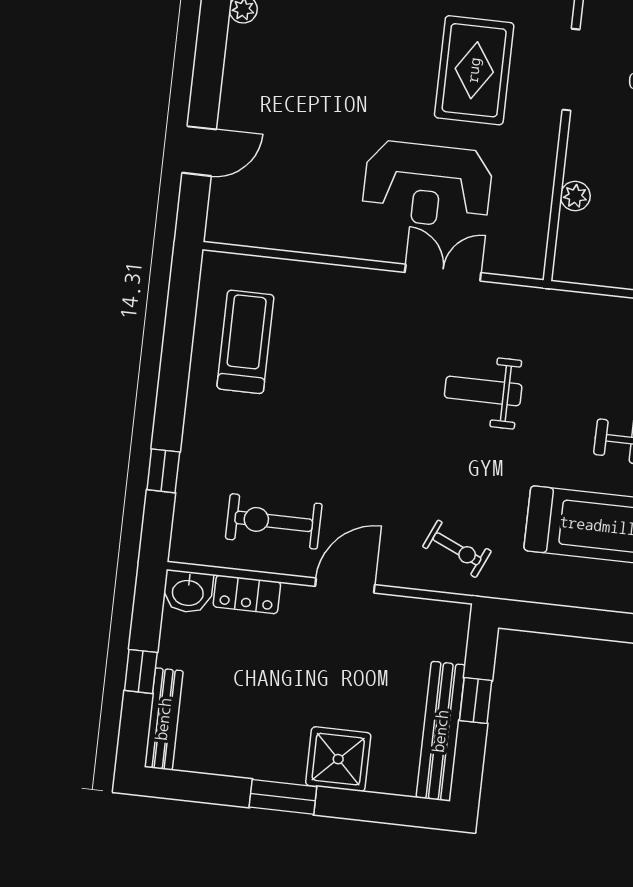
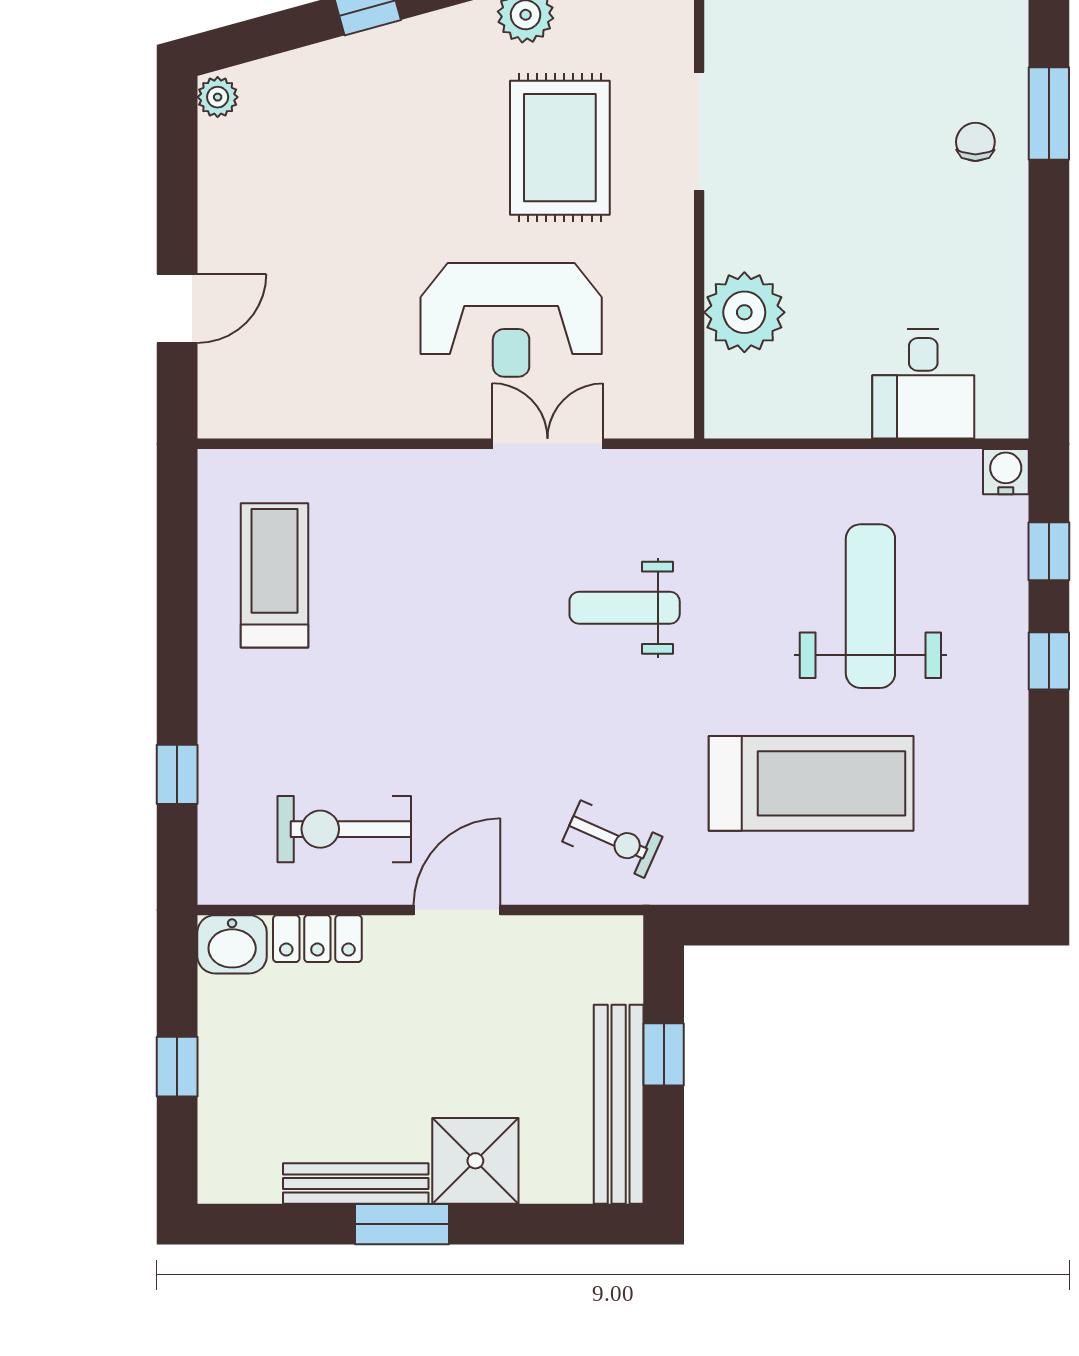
plant: (575, 196) -> (744, 312), width x1.87, depth x1.87
bench: (164, 719) -> (356, 1184), moved, turned 90

